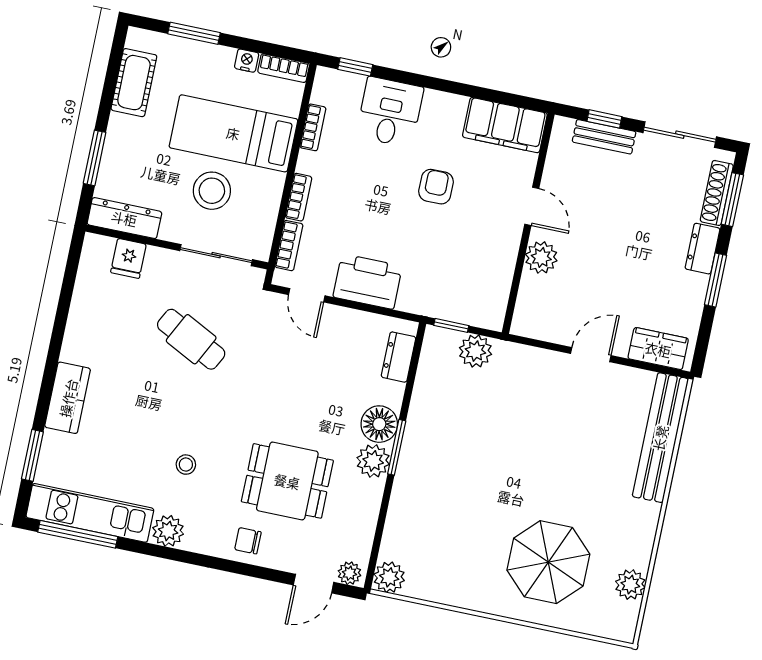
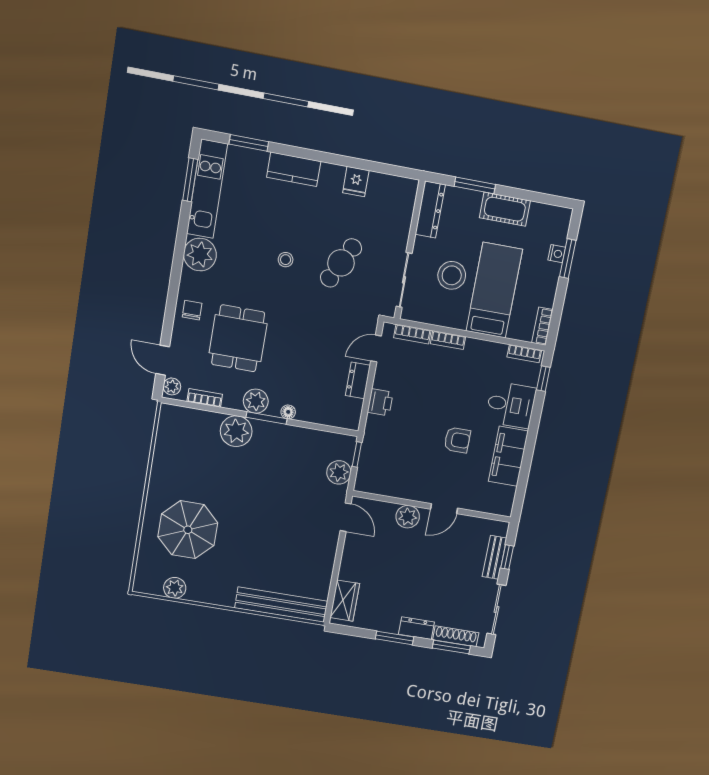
nightstand: (247, 61) -> (557, 254), moved
cot: (134, 83) -> (505, 209), moved
filing cabinet: (505, 125) -> (508, 456), moved
bookcase: (313, 127) -> (524, 354), moved
fridge: (128, 258) -> (356, 182), moved, turned -90
printer: (368, 282) -> (380, 402), width x0.53, depth x0.68
door: (591, 355) -> (346, 517), moved
dresser: (398, 357) -> (358, 380), moved, turned -90
floor lamp: (379, 424) -> (288, 412), width x0.53, depth x0.53
stool: (186, 465) -> (286, 260), moved
bookcase: (366, 530) -> (205, 398), added
plant: (168, 531) -> (200, 255), width x1.36, depth x1.36
window: (78, 534) -> (190, 180), width x0.69
plant: (389, 577) -> (236, 431), moved, width x1.36, depth x1.36

